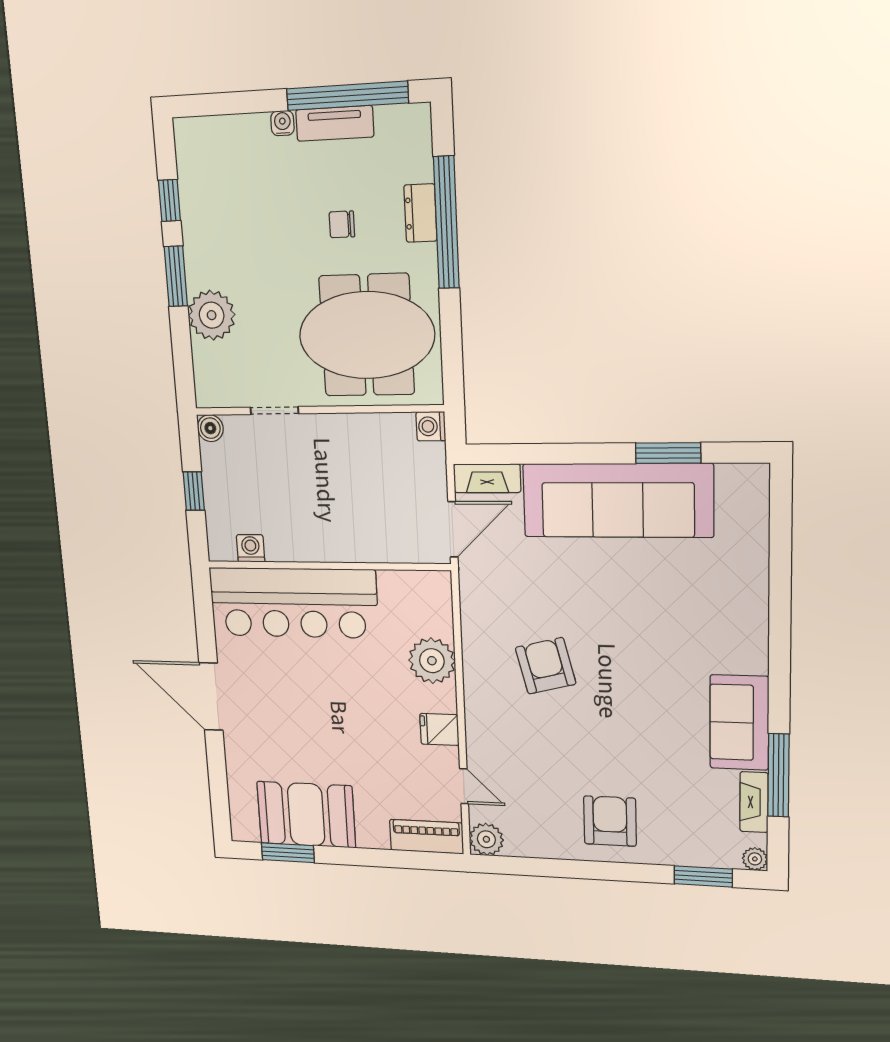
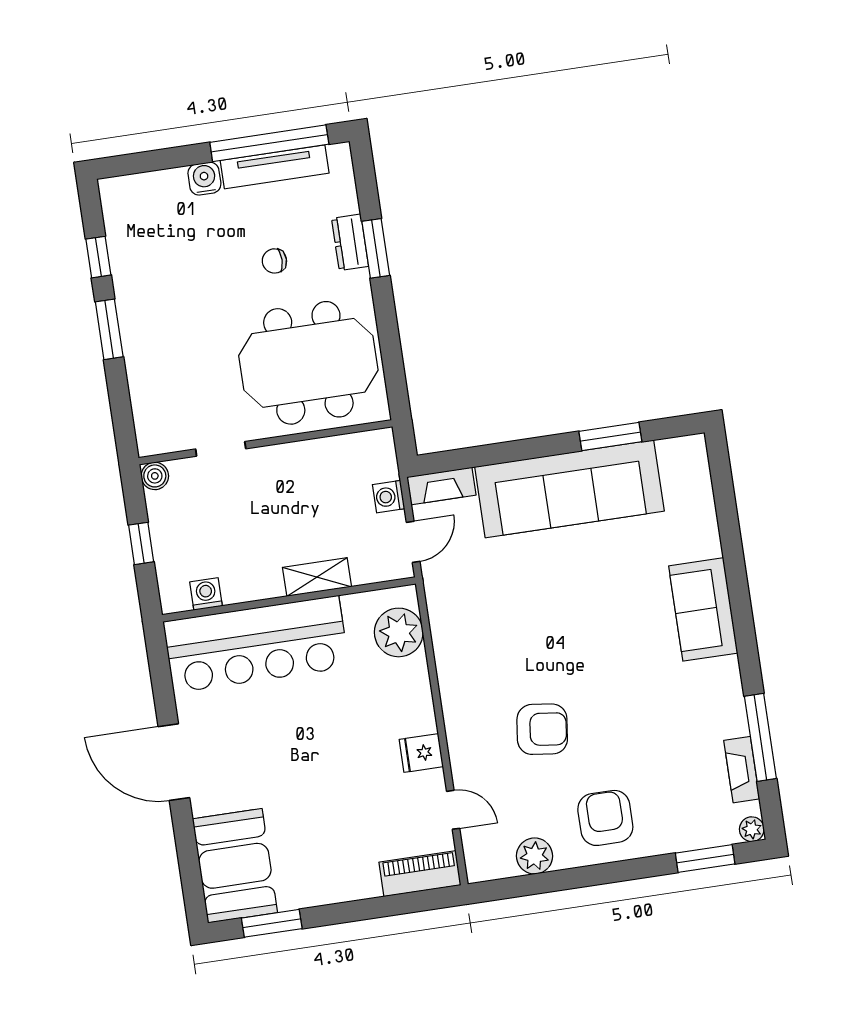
water cooler: (282, 123) -> (204, 179), width x1.38, depth x1.38
tv unit: (335, 123) -> (275, 167), width x1.41
window: (446, 223) -> (376, 248), width x0.47
plant: (212, 315) -> (149, 363), removed
washing machine: (431, 426) -> (389, 497), moved
door: (453, 529) -> (413, 542), width x0.73
shelving: (356, 549) -> (317, 577), added
plant: (432, 661) -> (399, 632), moved
armchair: (546, 666) -> (542, 729), moved, turned 111
sofa: (739, 723) -> (703, 609), moved
booth: (306, 815) -> (235, 866), moved, turned 90
plant: (486, 839) -> (535, 856), moved

